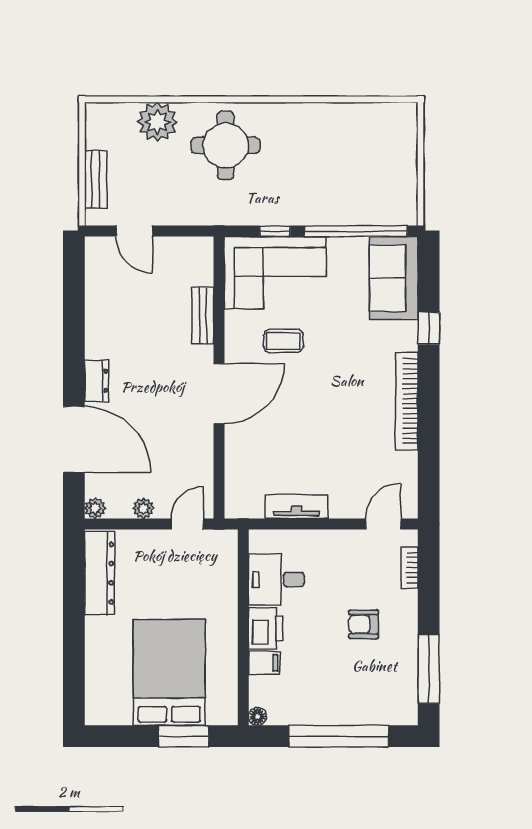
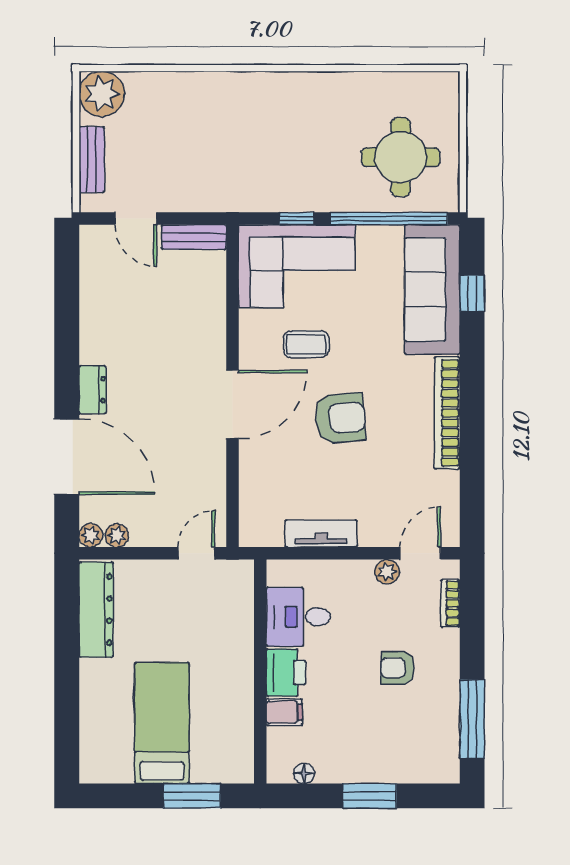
plant: (157, 122) -> (102, 94), moved
round table: (225, 145) -> (401, 157), moved
sofa: (394, 278) -> (432, 290), width x1.36
bench: (203, 316) -> (194, 237), moved, turned 90
window: (429, 328) -> (472, 294), moved
armchair: (313, 406) -> (340, 418), added
plant: (143, 508) -> (117, 535), moved
plant: (354, 540) -> (387, 572), added
bed: (169, 672) -> (162, 723), width x0.67
floor lamp: (258, 717) -> (304, 773), moved
window: (339, 736) -> (369, 796), width x0.47

